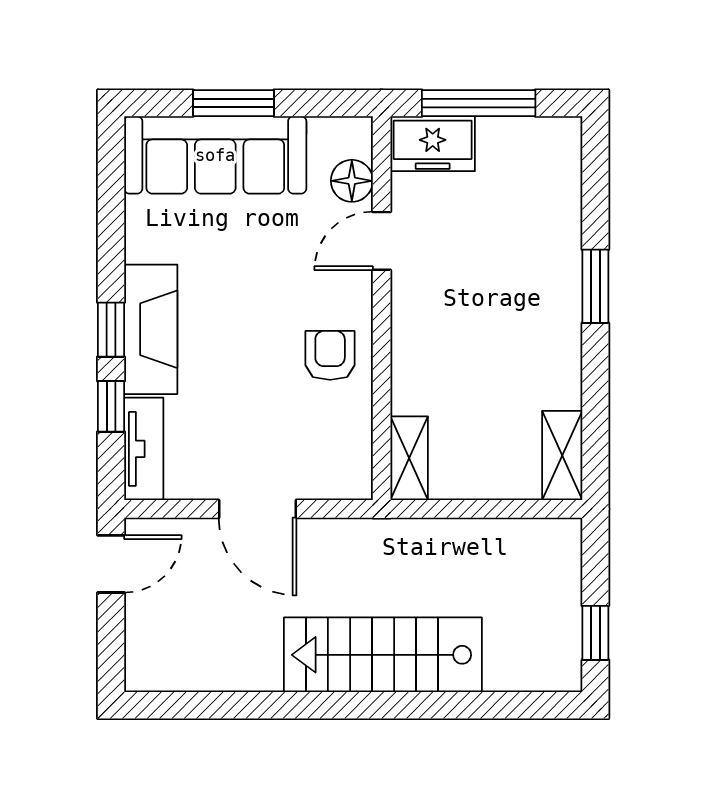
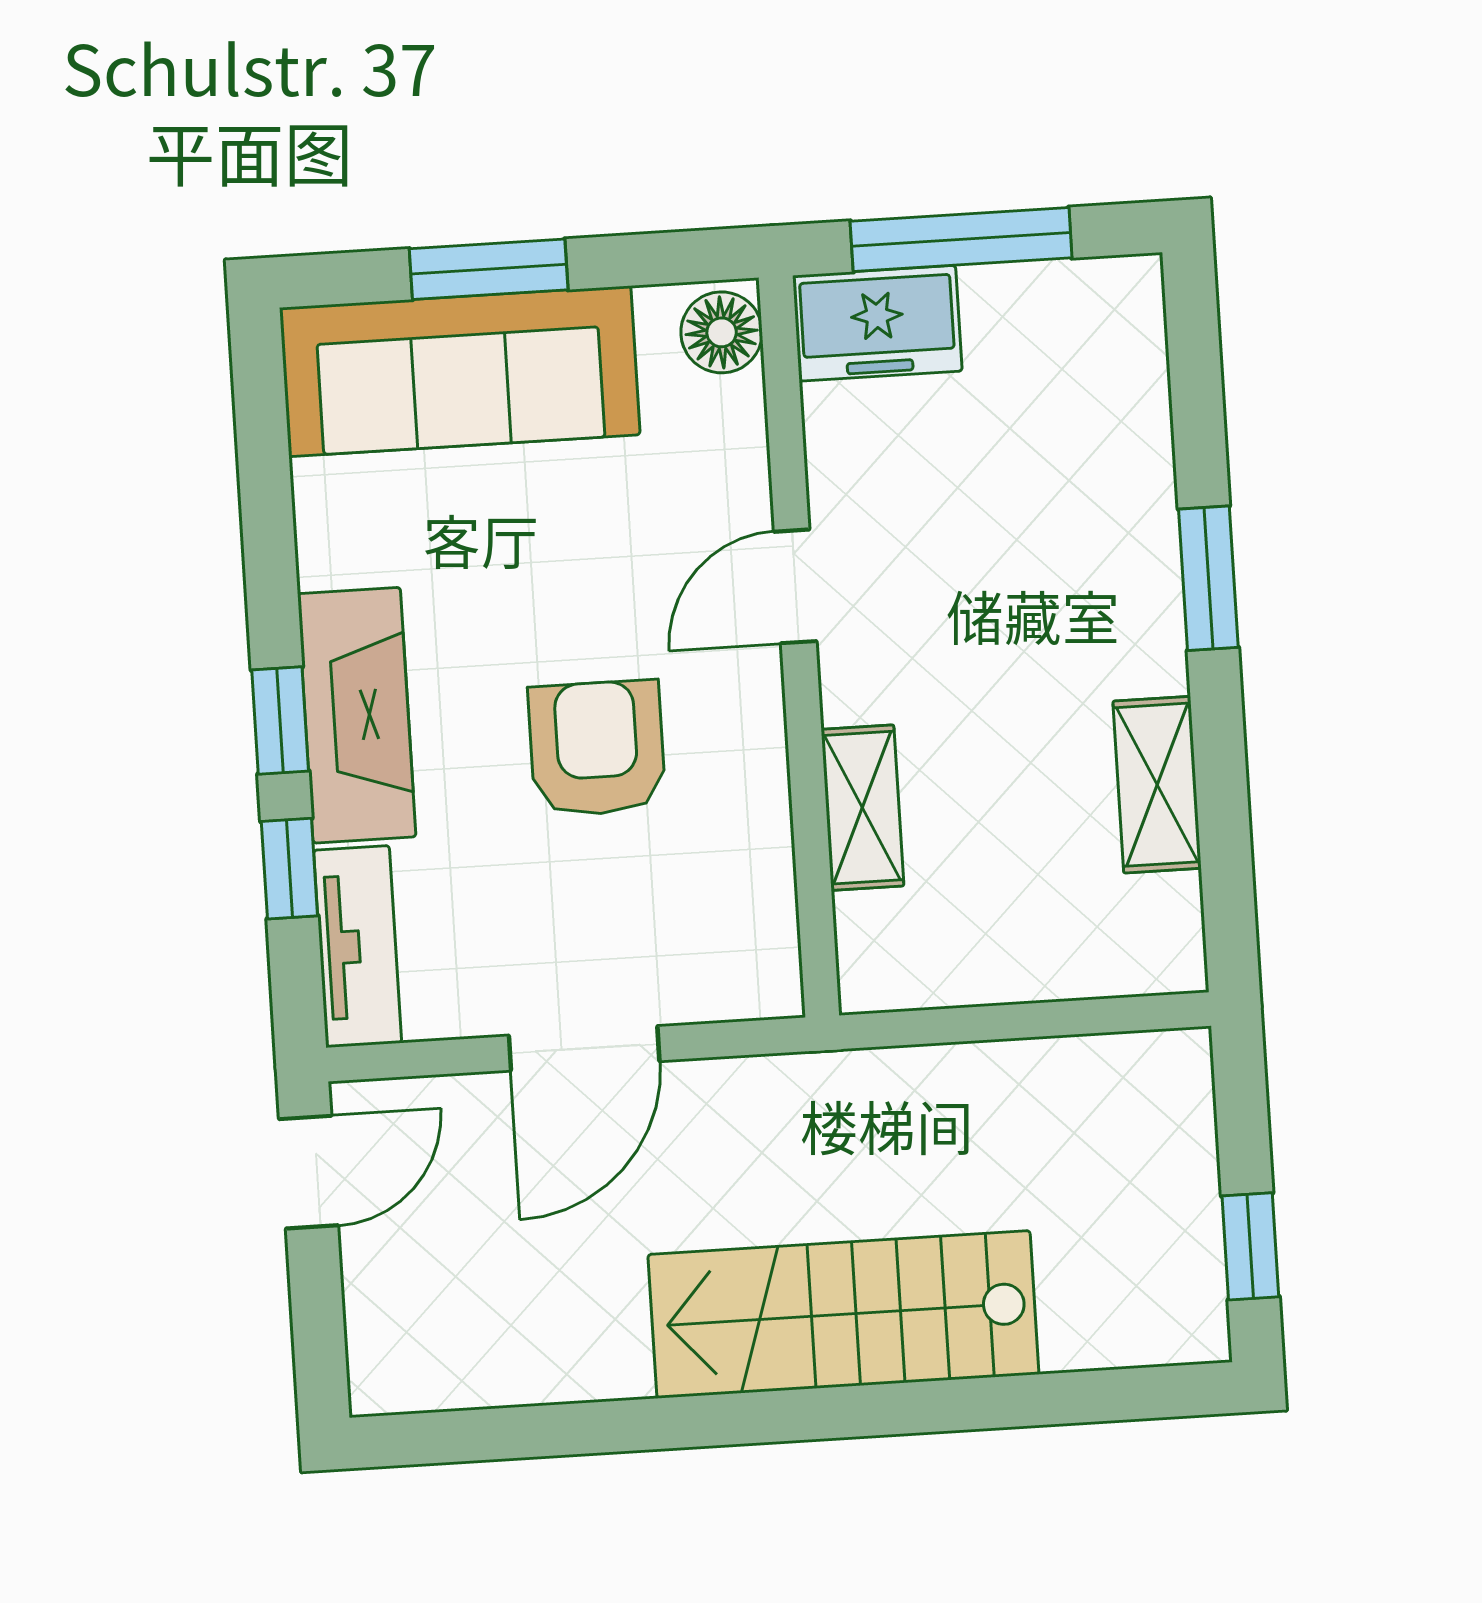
floor lamp: (352, 181) -> (722, 332), moved
door: (382, 241) -> (795, 586), moved
armchair: (330, 355) -> (597, 748), moved, width x1.38, depth x1.38
shelving: (562, 456) -> (1157, 785), moved
shelving: (409, 458) -> (862, 808), moved
door: (258, 509) -> (584, 1048), hinge flipped

